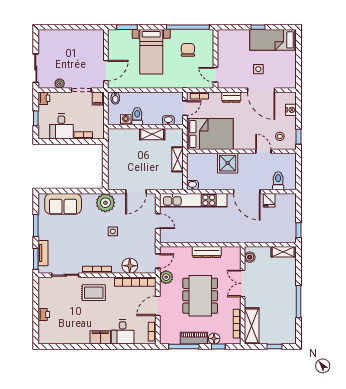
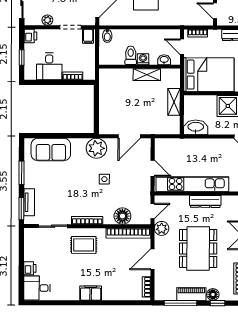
door: (185, 108) -> (182, 47), swing flipped
washing machine: (126, 120) -> (143, 59), moved
washbasin: (192, 185) -> (196, 127), width x1.91, depth x1.45
kitchen unit: (193, 200) -> (192, 184), moved, turned 180
desk: (123, 332) -> (37, 288), moved, turned 90

